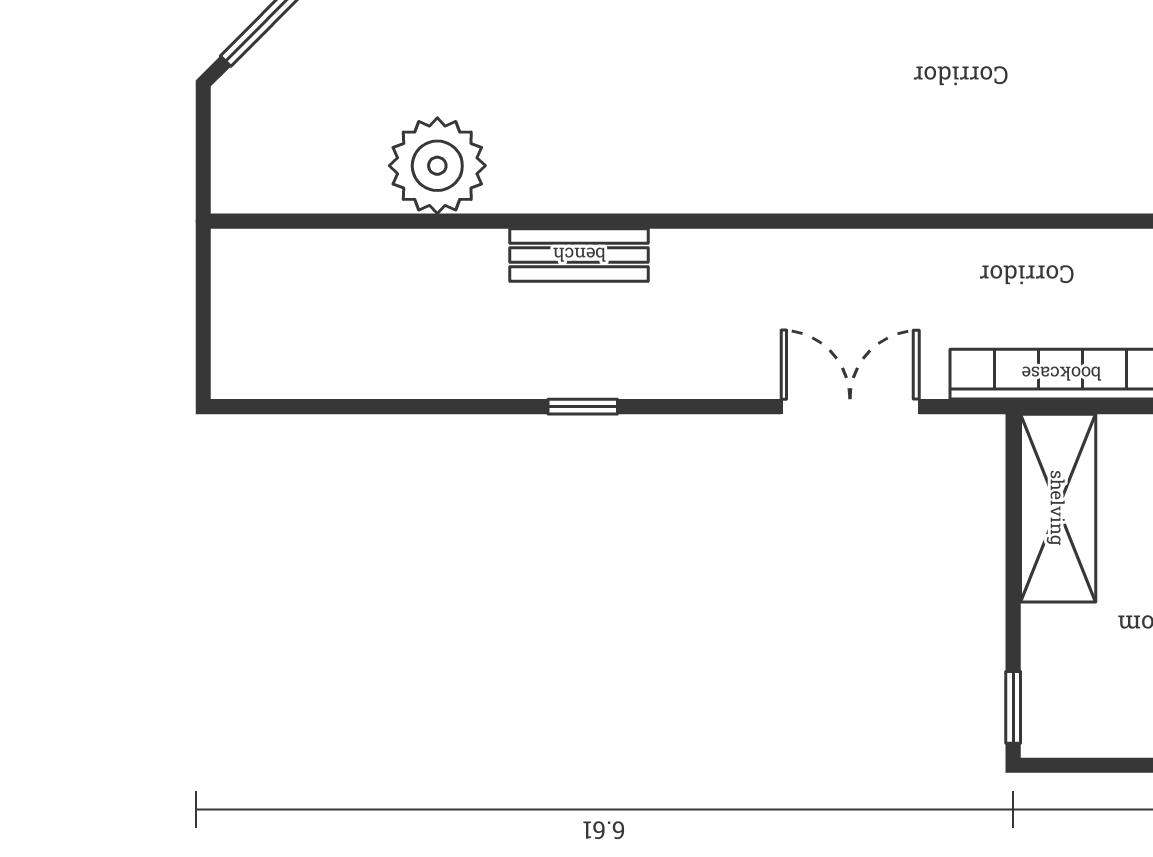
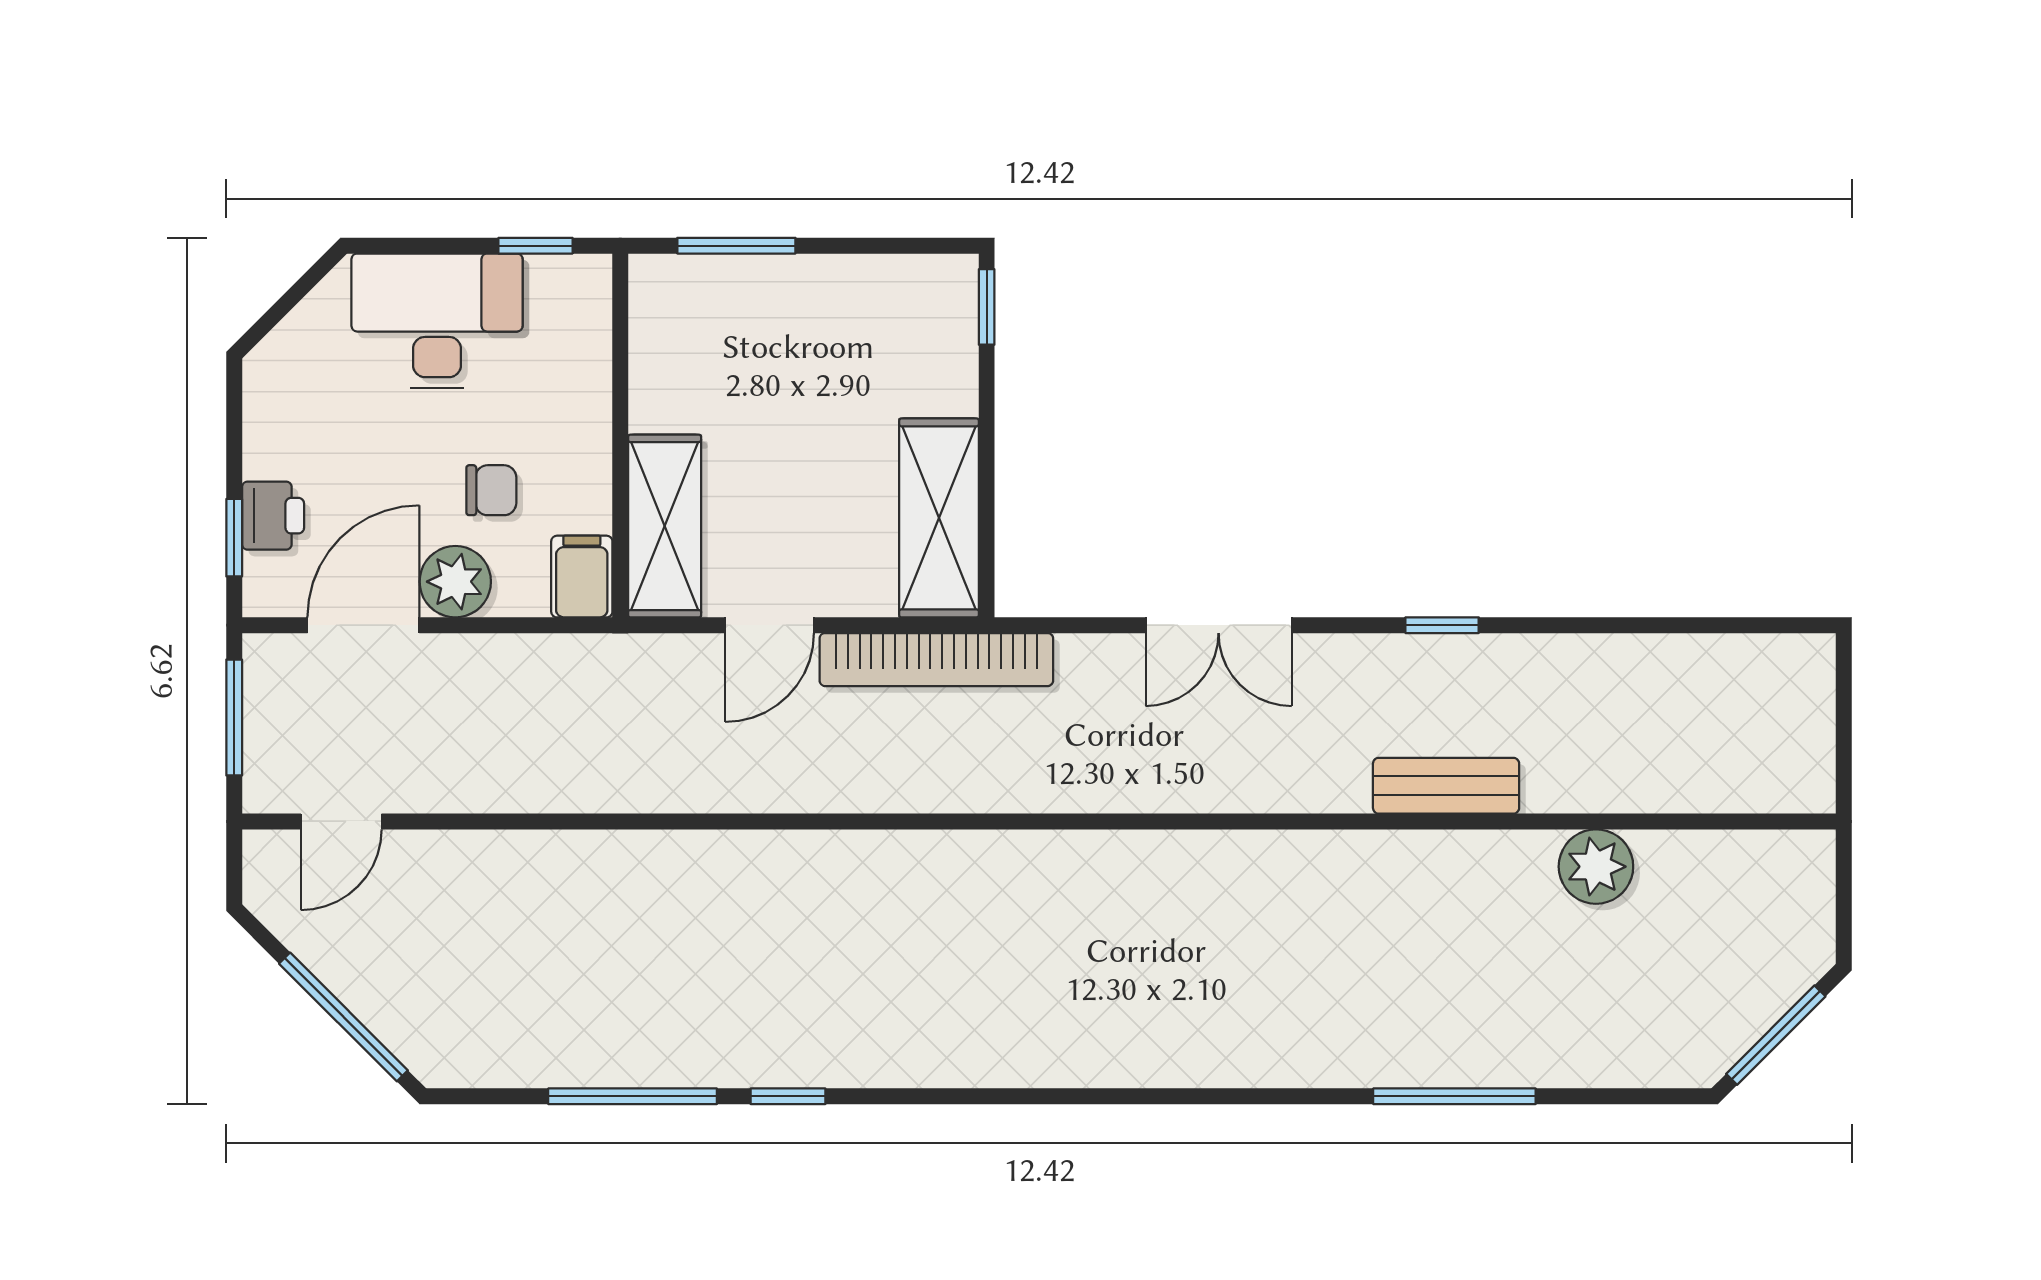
plant: (437, 166) -> (1596, 867), width x0.73, depth x0.73
double door: (850, 407) -> (1219, 625), moved

